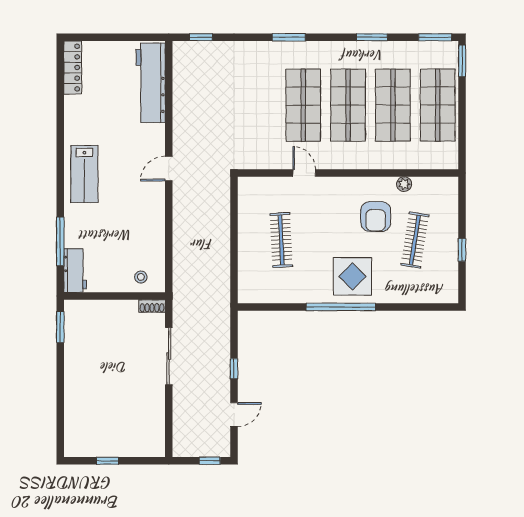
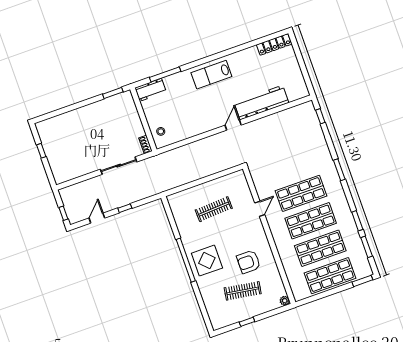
window: (435, 37) -> (367, 247), moved
workbench: (151, 83) -> (261, 103), moved
door: (169, 169) -> (233, 125), hinge flipped
plant: (404, 184) -> (285, 301), moved
door: (234, 415) -> (97, 218), swing flipped

